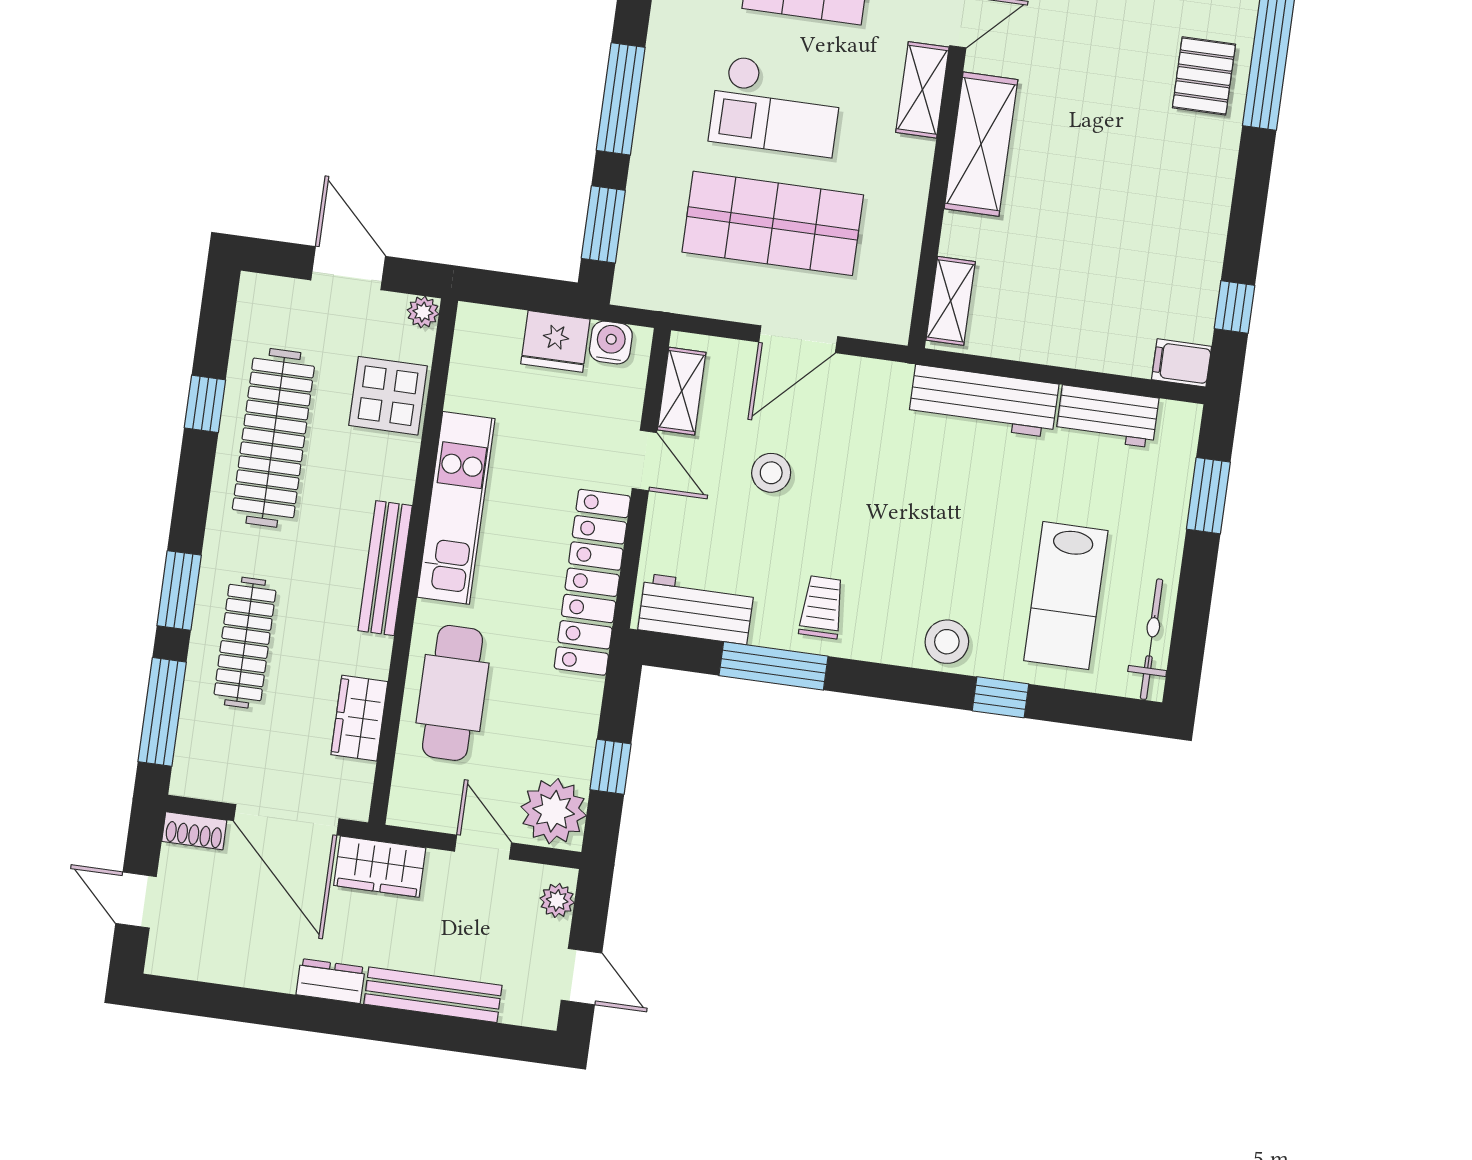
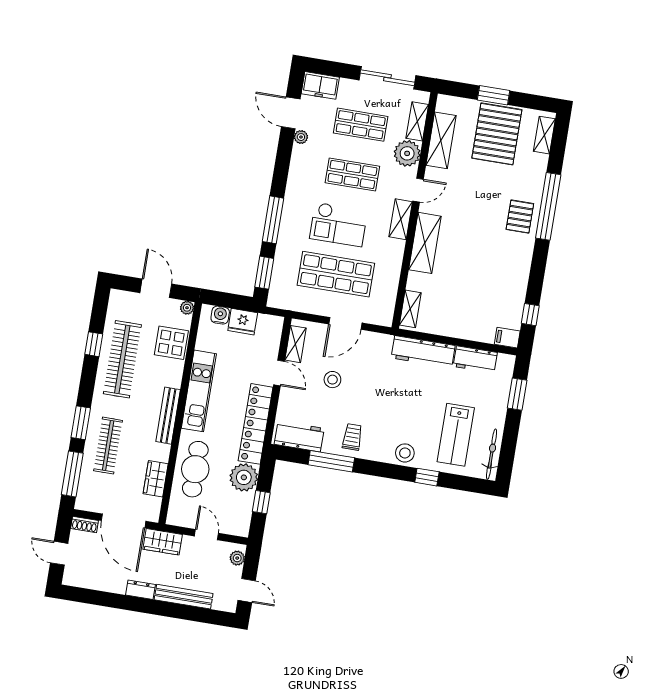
water cooler: (611, 342) -> (220, 315), moved
plant: (554, 811) -> (244, 477), moved

